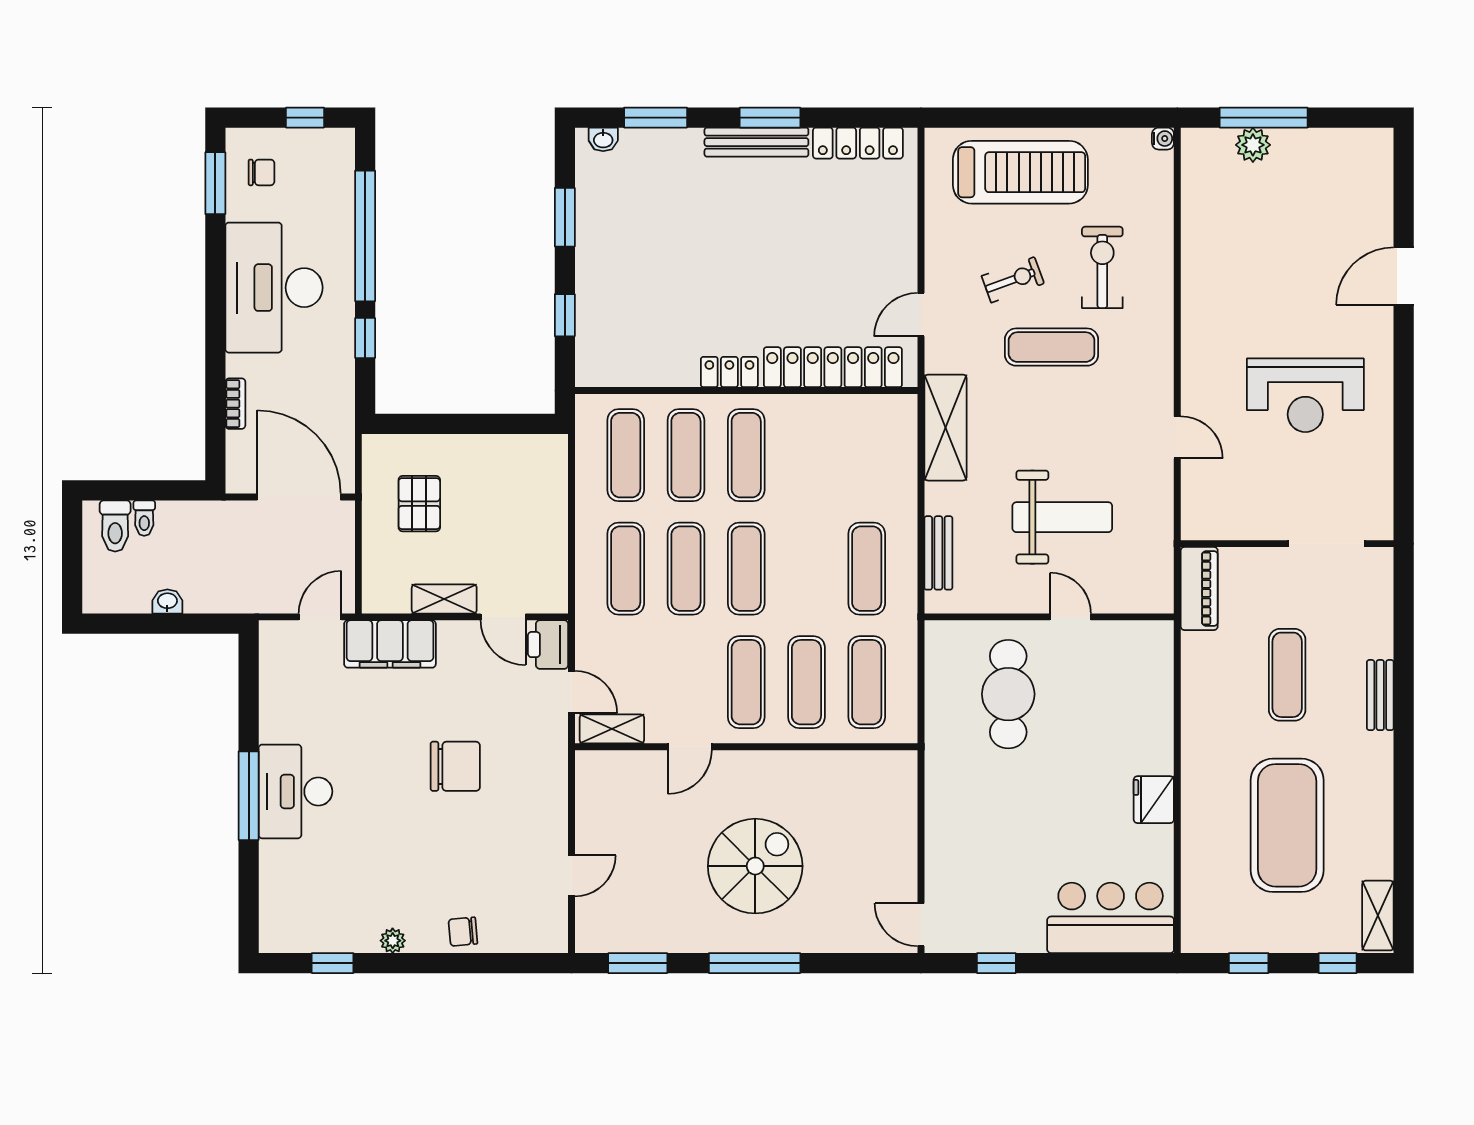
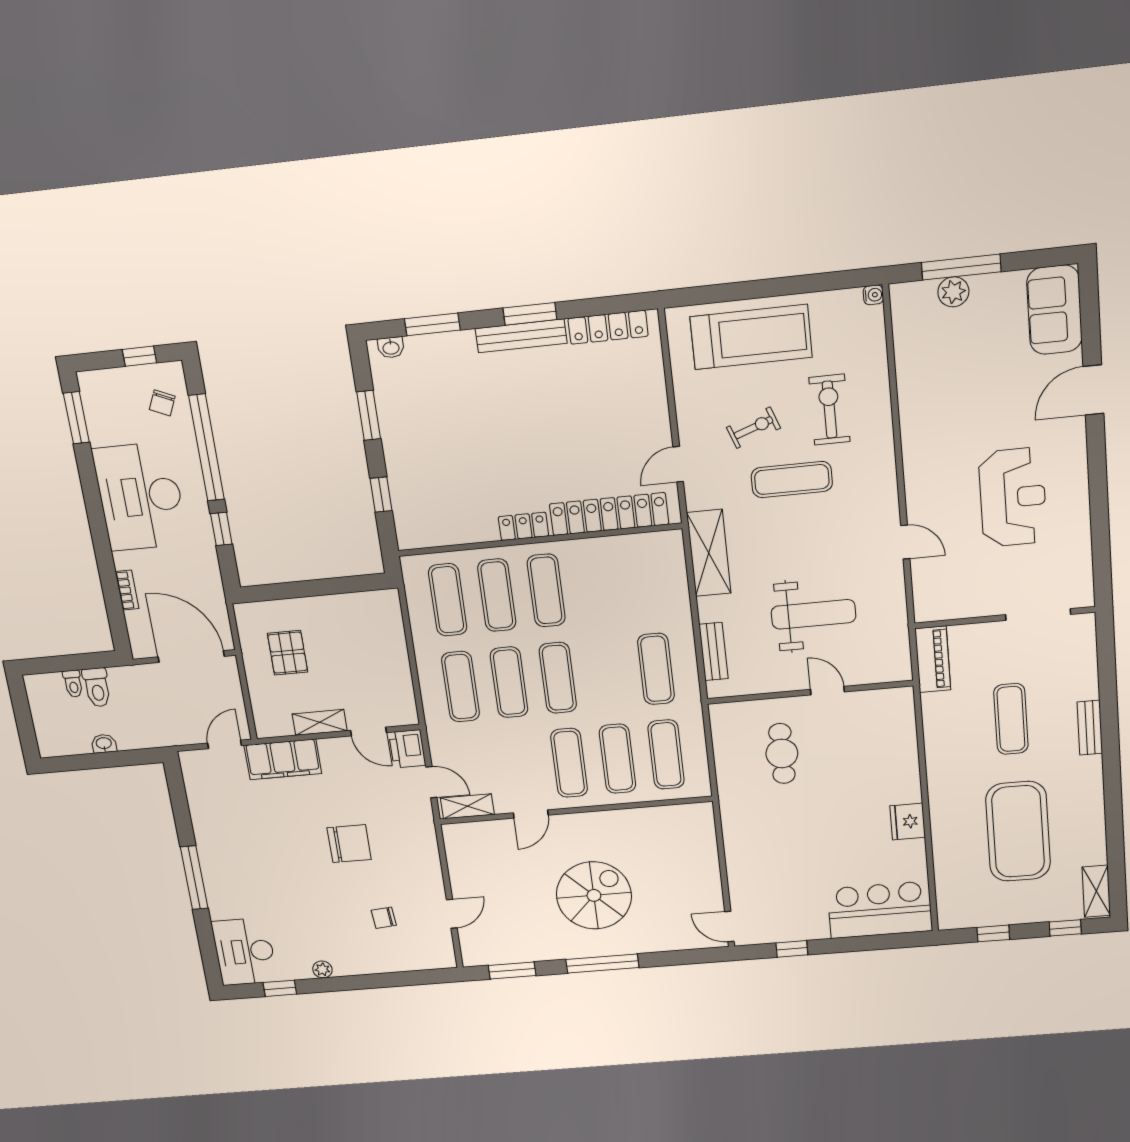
chair: (261, 172) -> (162, 403), moved, turned 114
sofa: (1365, 178) -> (1054, 310), added
reception desk: (1305, 395) -> (1013, 497), turned -90
toilet: (115, 526) -> (97, 687), moved
cafe table: (1008, 694) -> (782, 753), width x0.73, depth x0.74
desk: (295, 791) -> (244, 952), moved
chair: (463, 932) -> (384, 918), moved

